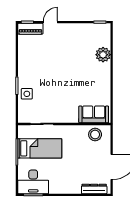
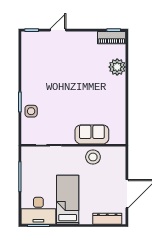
piano: (30, 29) -> (112, 38), moved
sofa: (94, 114) -> (92, 134), moved
stool: (95, 135) -> (93, 157), moved
bed: (40, 148) -> (68, 200), moved, turned -90

